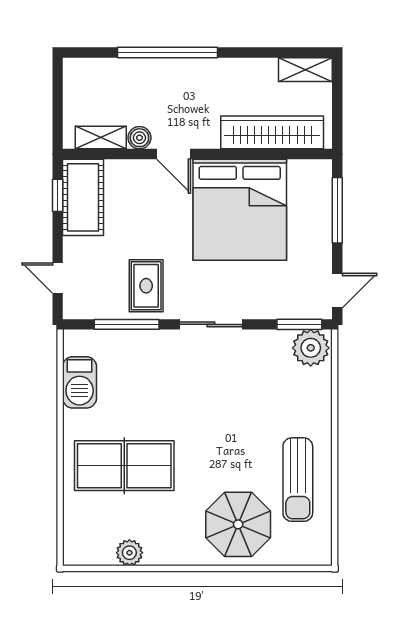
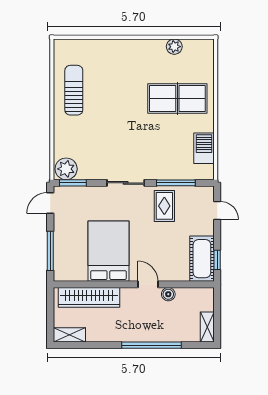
shelving: (101, 138) -> (207, 327), moved, turned 90
bed: (240, 210) -> (108, 251), width x0.73
parasol: (238, 524) -> (109, 64), removed

